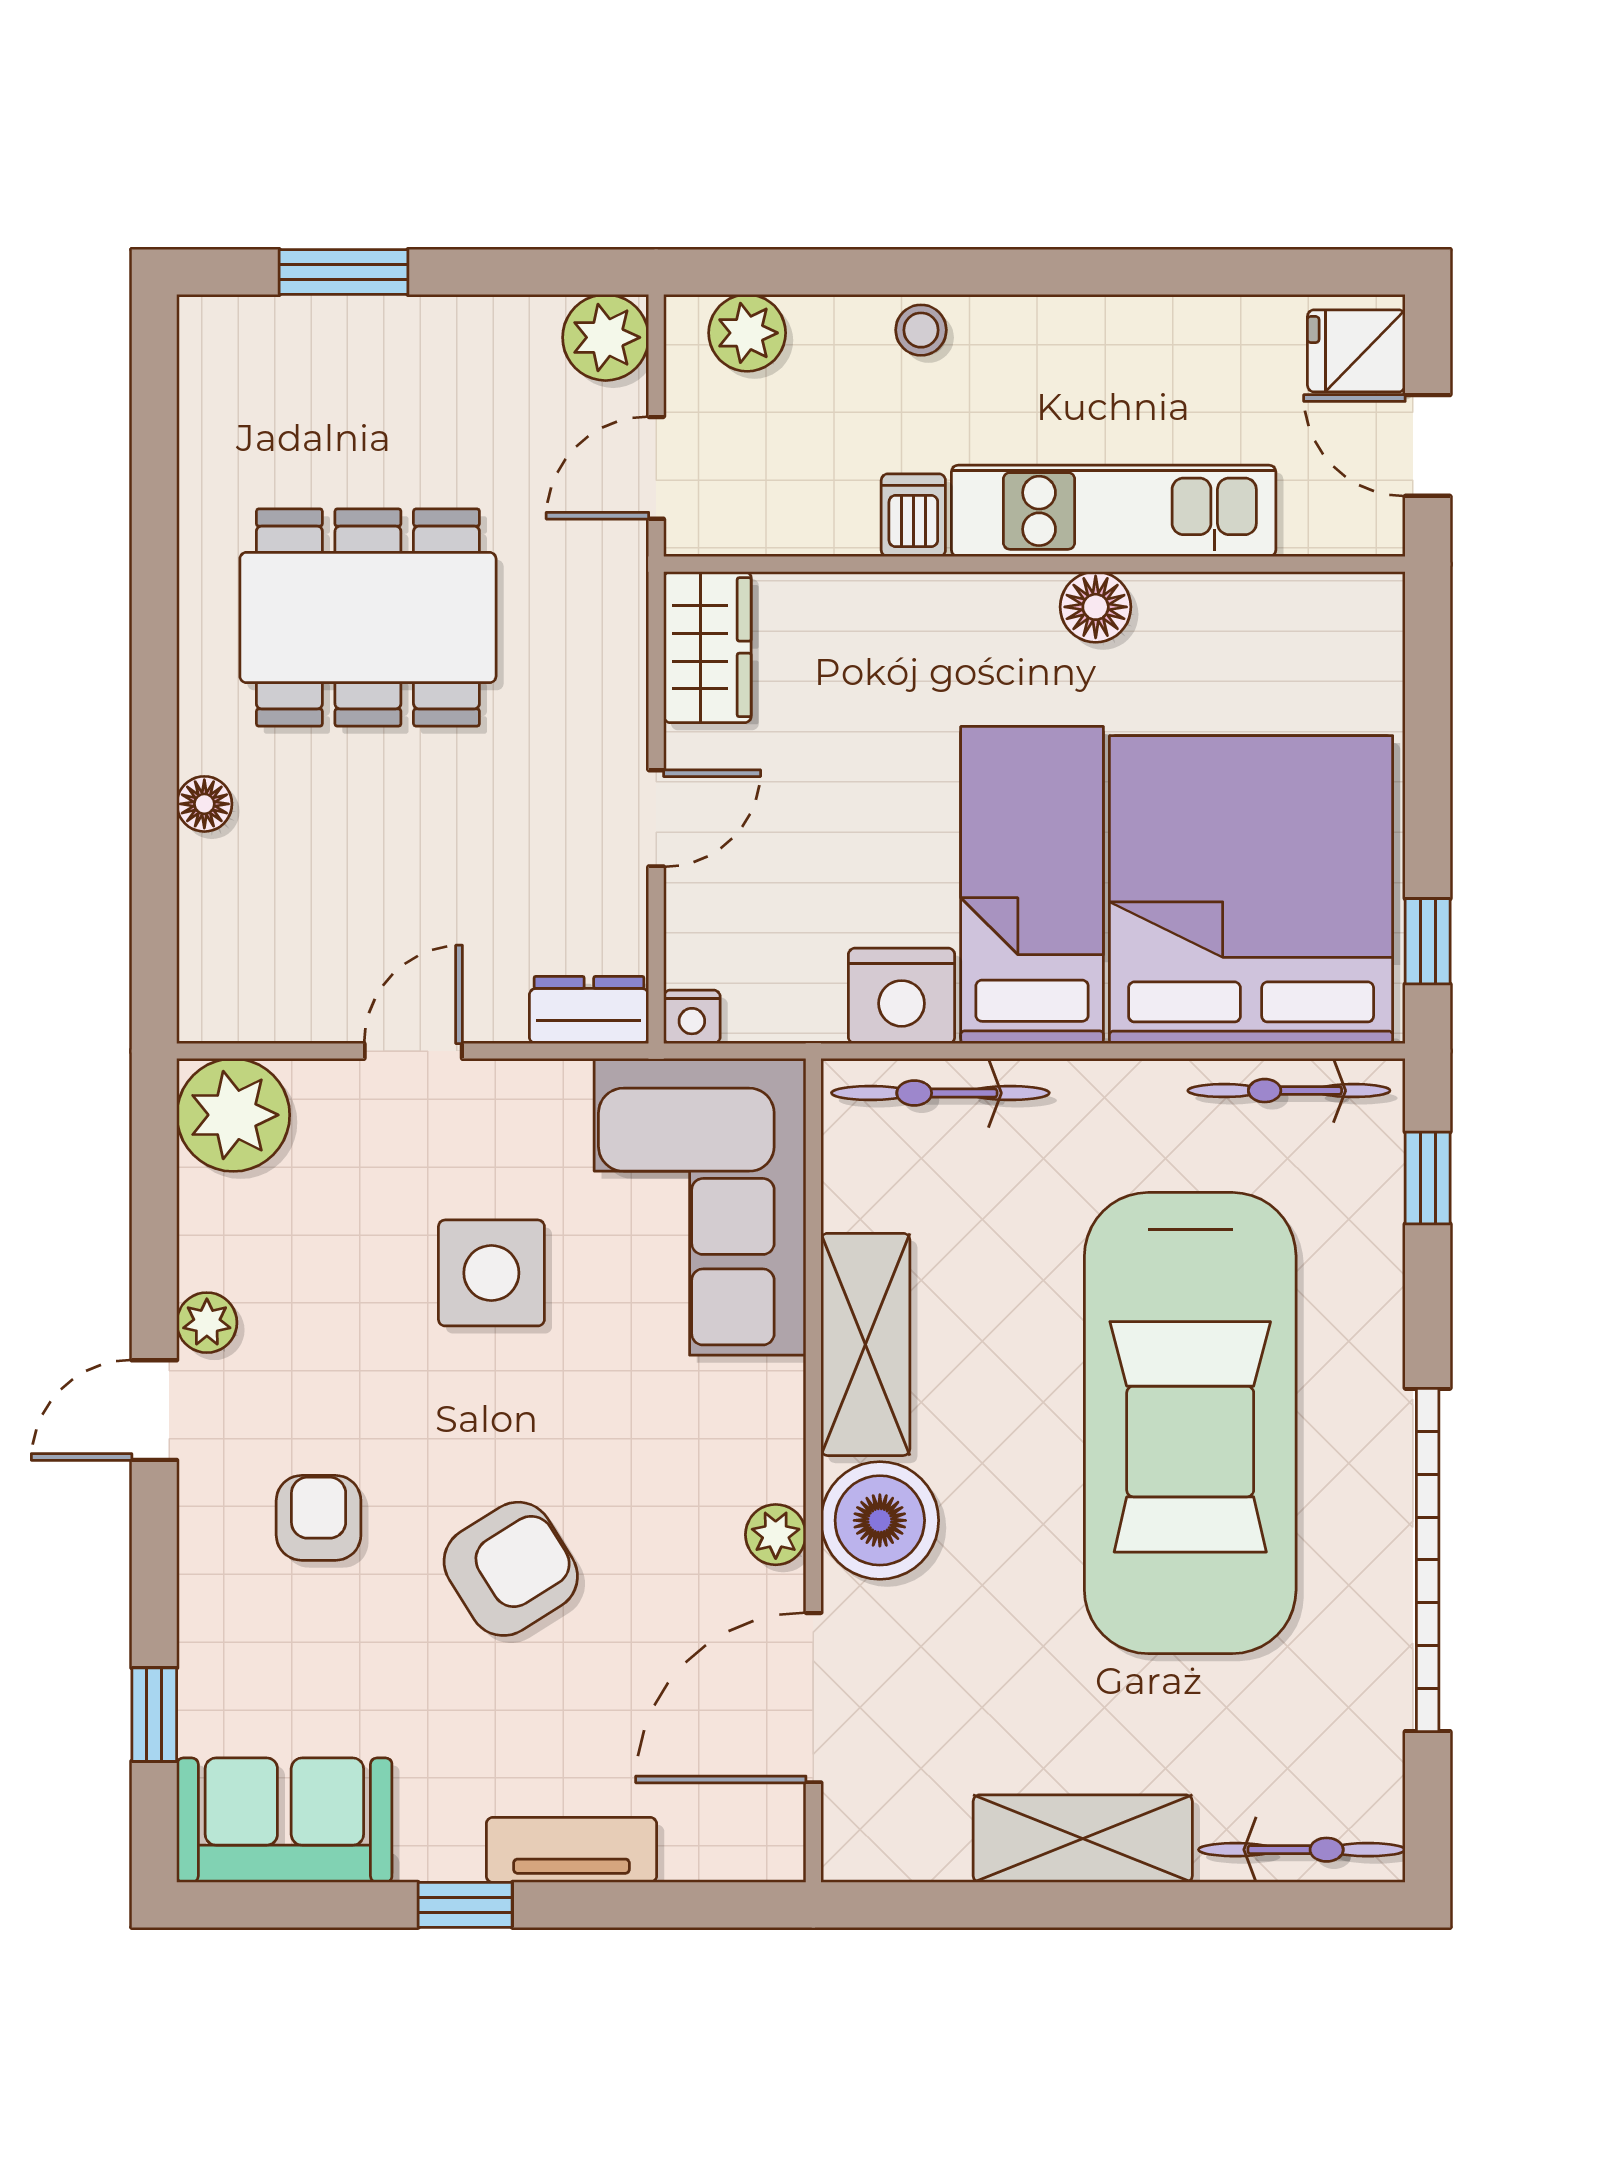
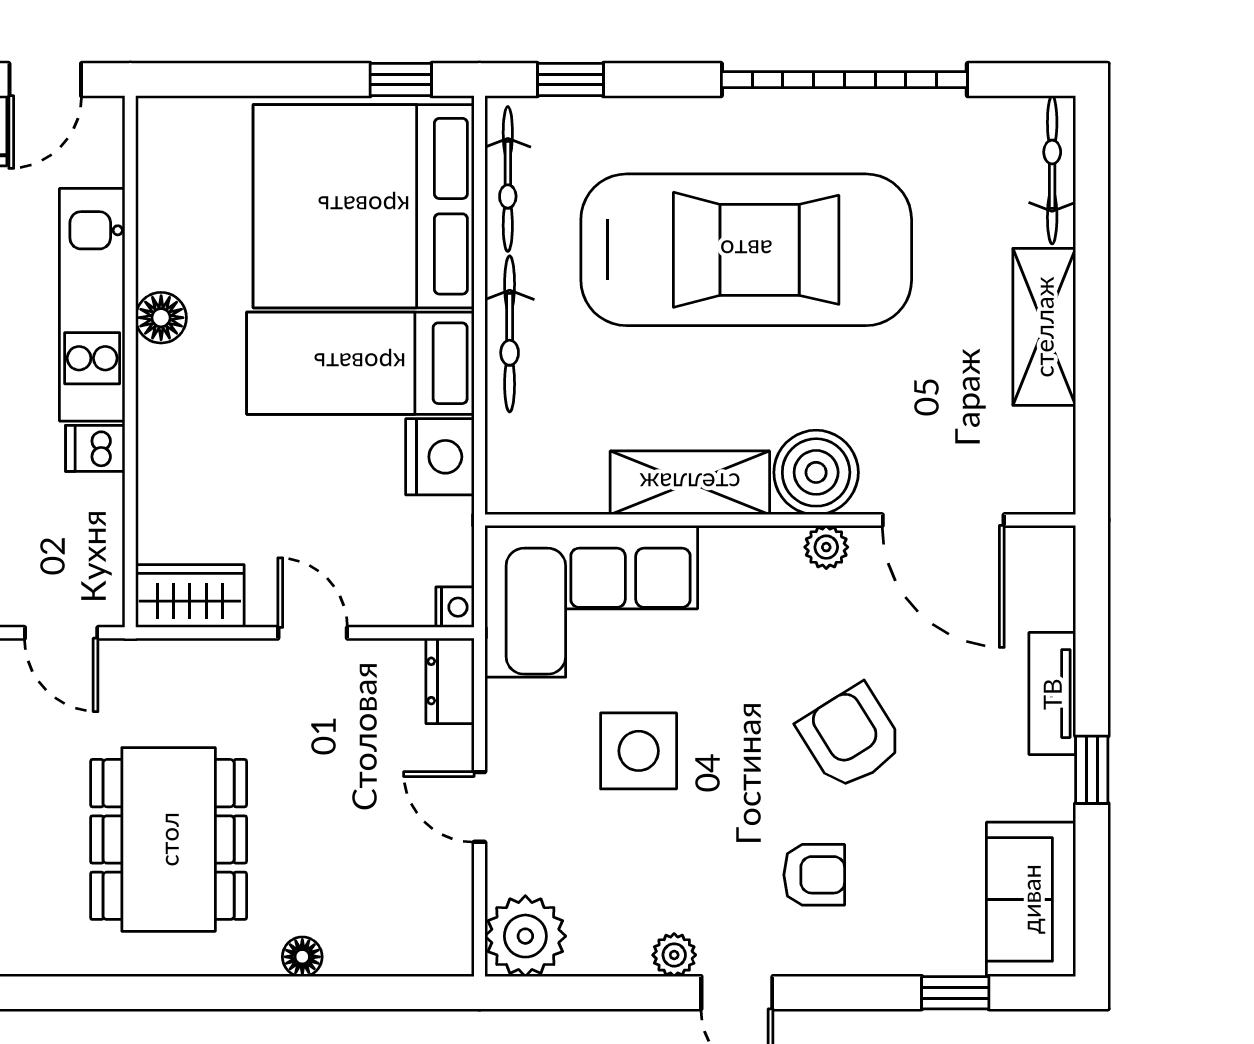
bicycle: (940, 1093) -> (510, 334), moved
armchair: (319, 1518) -> (814, 875), turned 180

